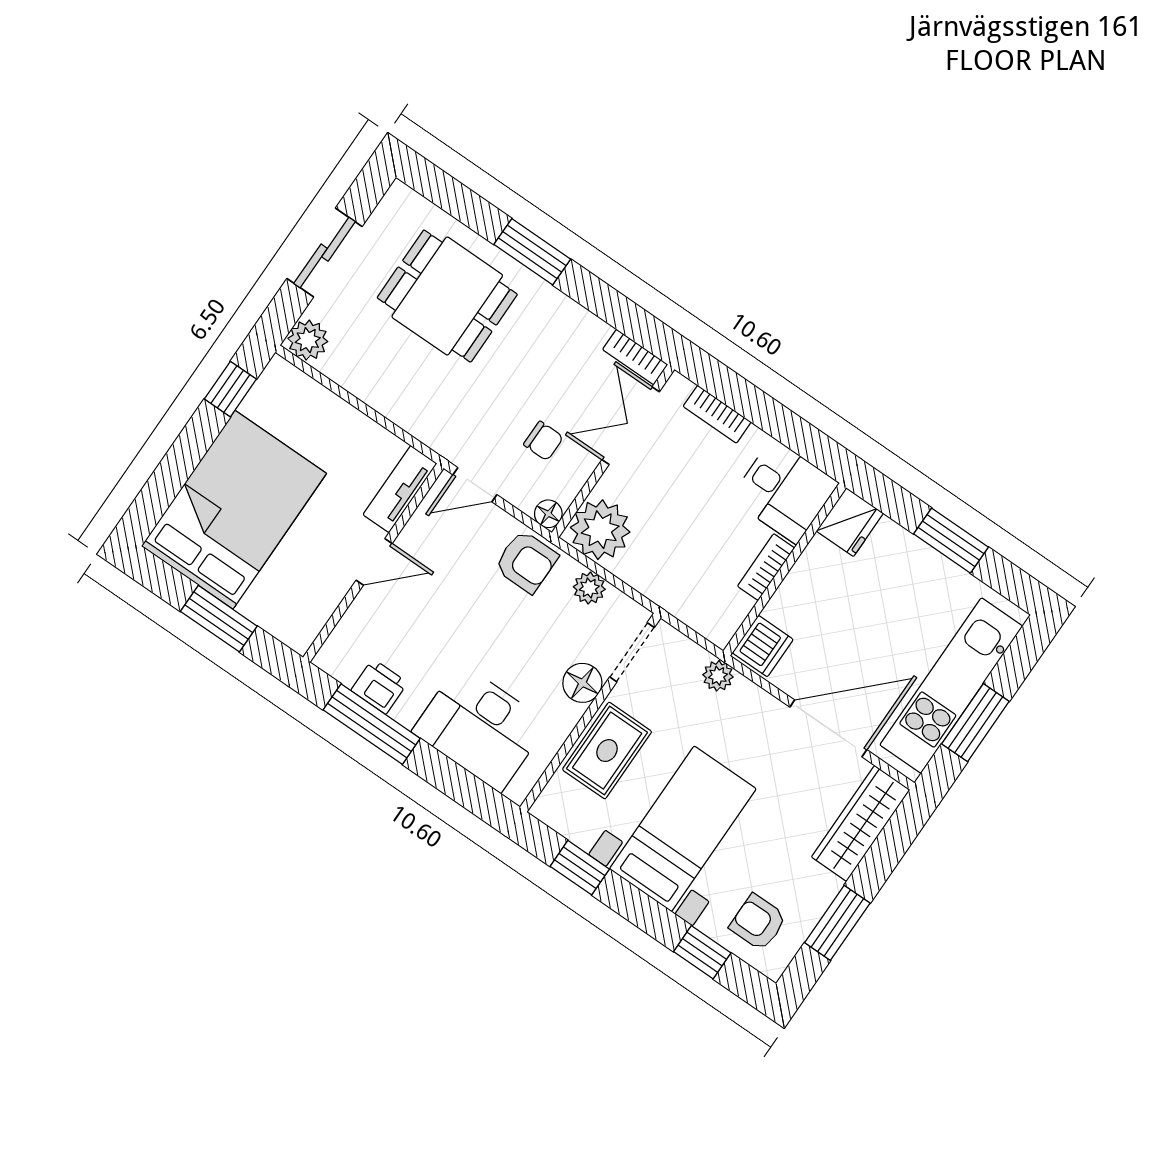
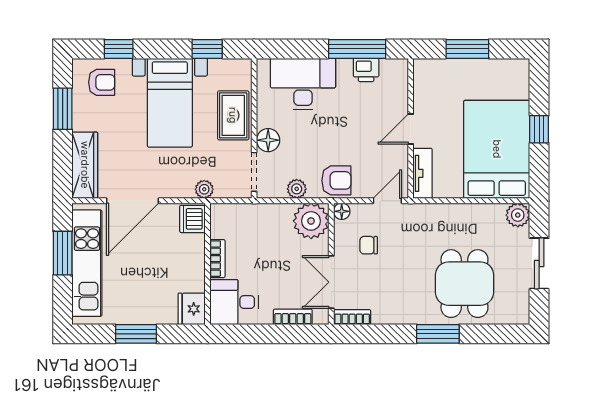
dining table: (447, 296) -> (464, 284), turned 90
window: (230, 389) -> (539, 129), moved
double door: (631, 426) -> (331, 282), swing flipped
bed: (234, 510) -> (497, 149), moved, turned 180
armchair: (526, 562) -> (336, 180), turned 180

